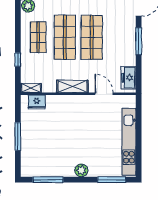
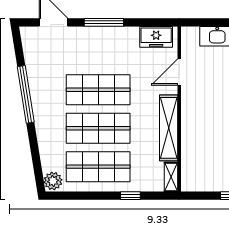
shop shelf: (38, 37) -> (98, 167), width x1.43, depth x1.36
shelving: (72, 86) -> (169, 128), width x1.47
fridge: (37, 102) -> (191, 169), removed

